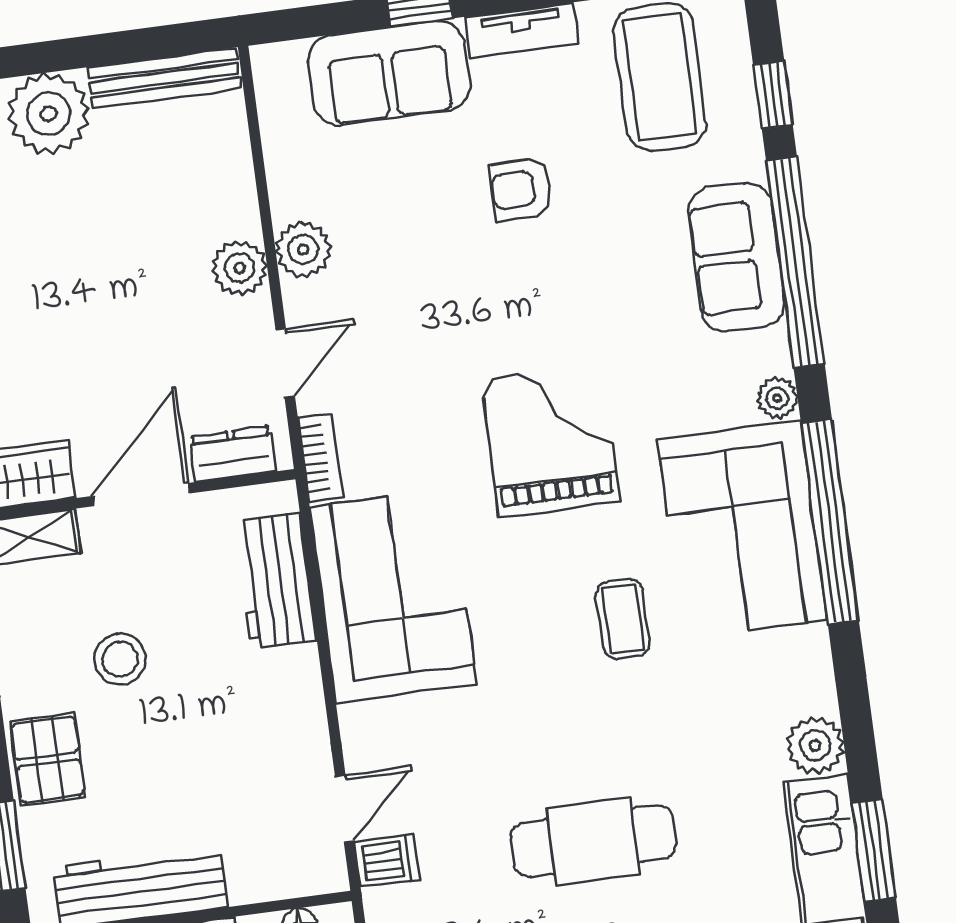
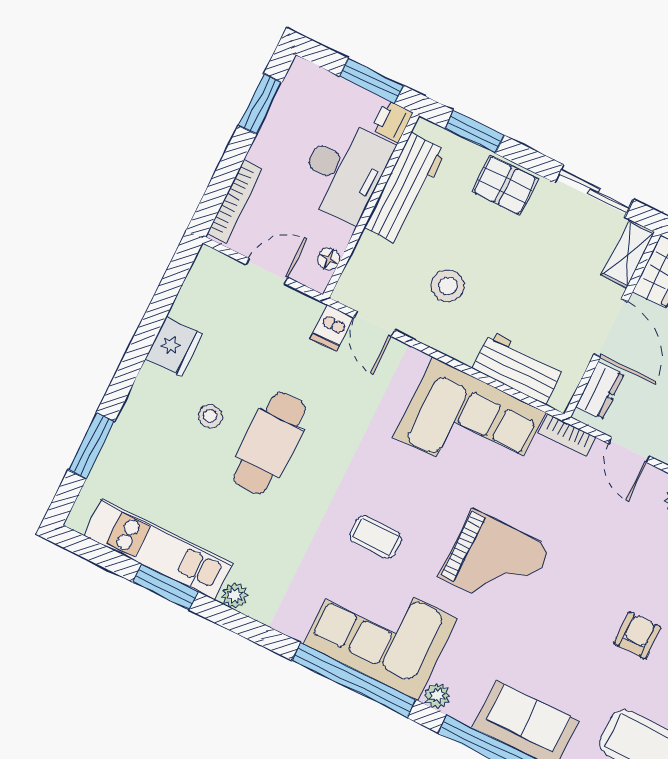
stool: (120, 659) -> (448, 286), moved
plant: (815, 745) -> (235, 596), width x0.73, depth x0.73

